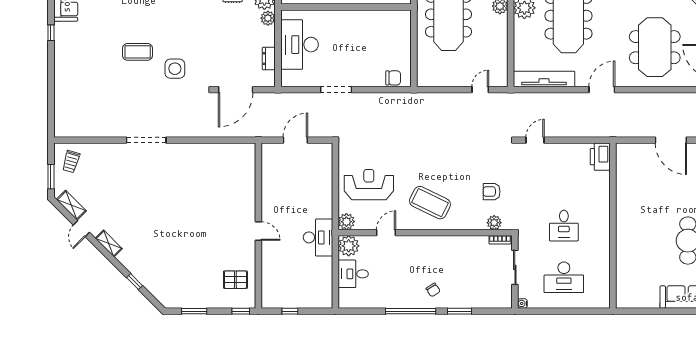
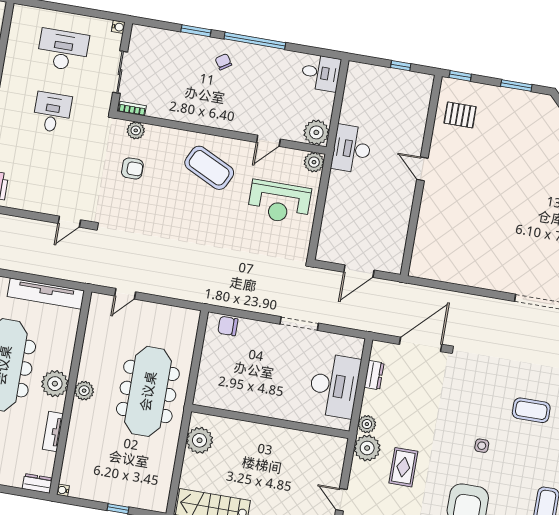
side table: (175, 69) -> (482, 446), moved, width x0.54, depth x0.54
desk: (353, 274) -> (321, 73), moved

